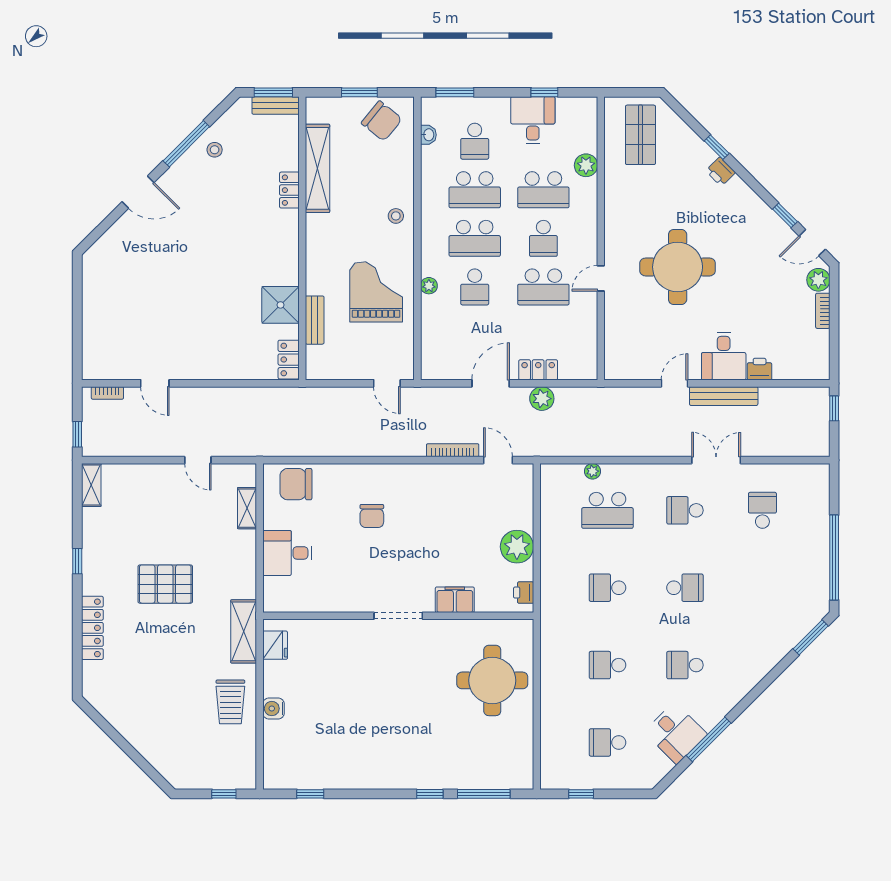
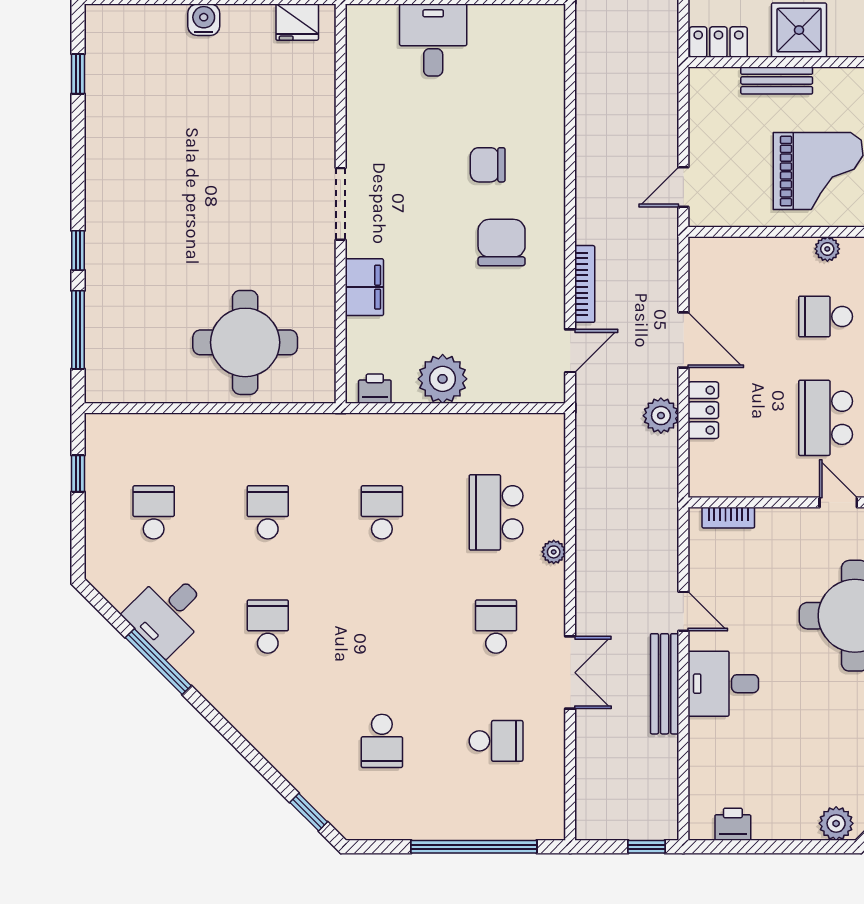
bookcase: (823, 311) -> (728, 518), moved, turned 180
printer: (760, 369) -> (733, 824), moved, turned -90
plant: (593, 471) -> (554, 552), moved
chair: (296, 484) -> (502, 243), moved
window: (834, 558) -> (474, 847), moved
school desk: (685, 588) -> (382, 741), moved
window: (811, 637) -> (309, 812), width x0.67

